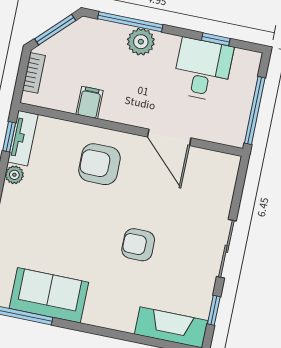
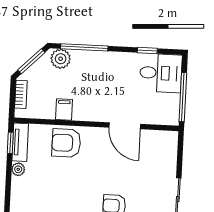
plant: (141, 42) -> (61, 59), moved
desk: (203, 69) -> (161, 73), moved, turned 90
armchair: (99, 164) -> (66, 143), moved

